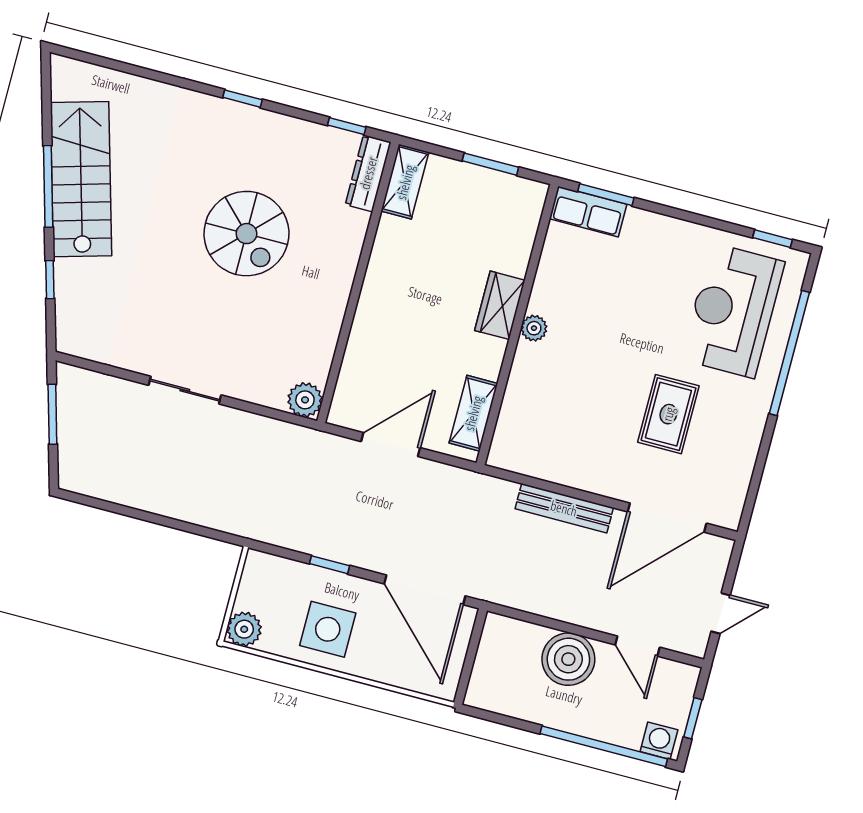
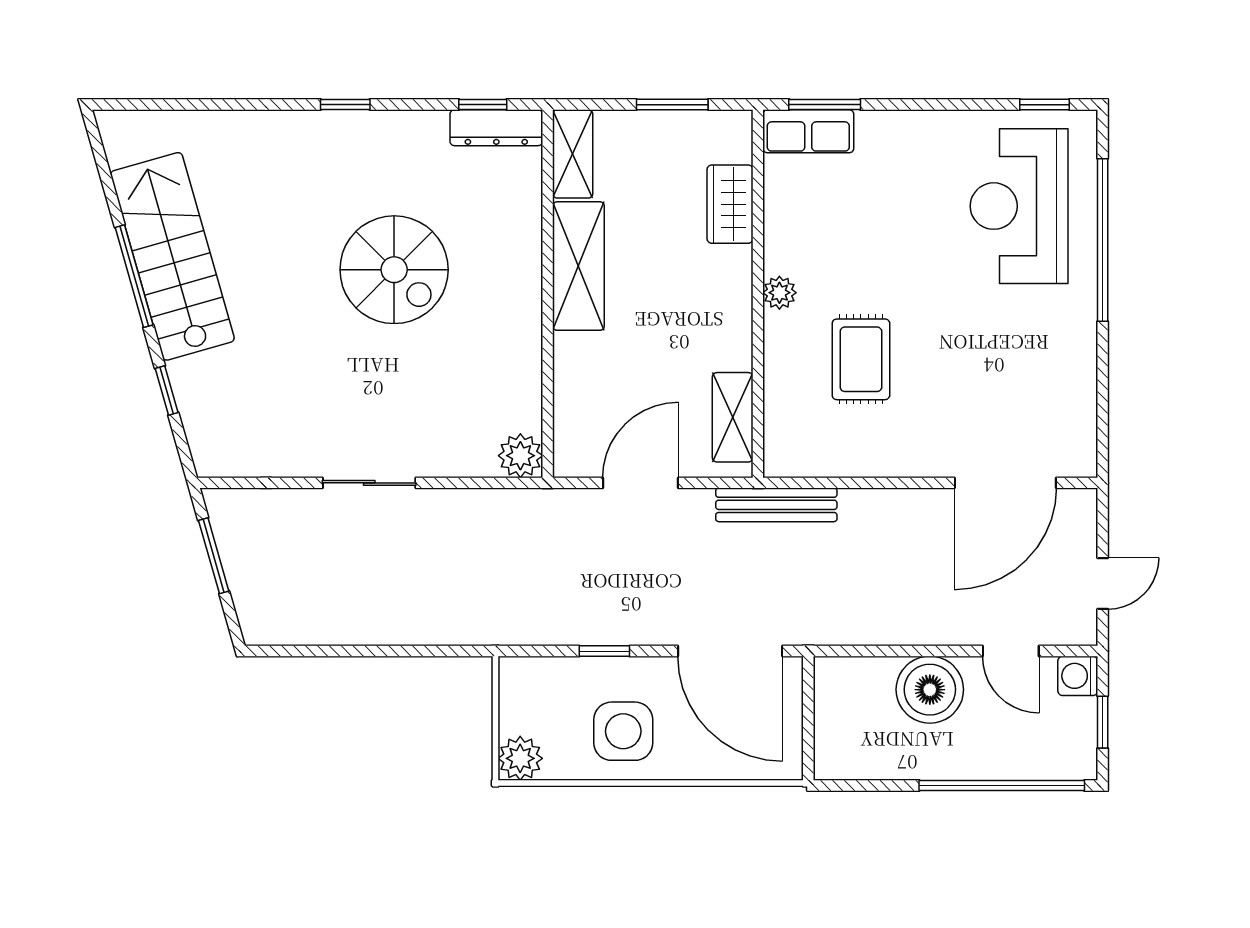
dresser: (368, 173) -> (496, 128), moved, turned -90
shelving: (387, 268) -> (578, 266), added
wardrobe: (500, 305) -> (730, 204), moved
rug: (668, 414) -> (861, 359), moved
bench: (564, 508) -> (776, 505), moved
washing machine: (659, 741) -> (1078, 676), moved, turned -90

